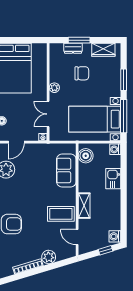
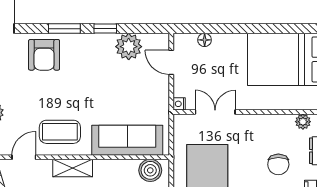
plant: (54, 88) -> (303, 122), moved
sofa: (66, 171) -> (127, 140), width x1.36
coffee table: (61, 214) -> (60, 132), turned 90

